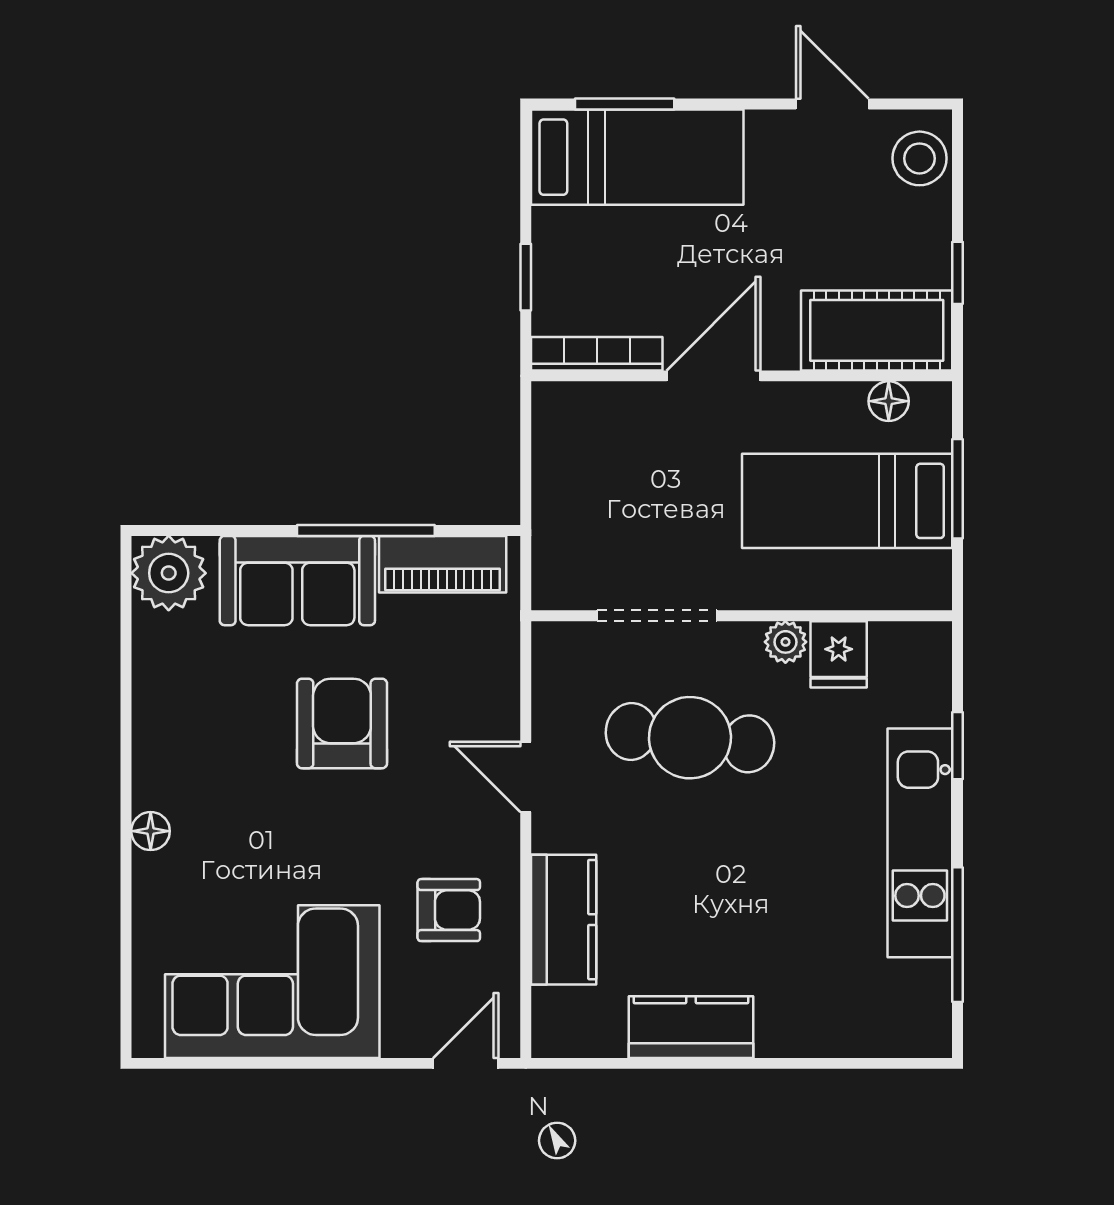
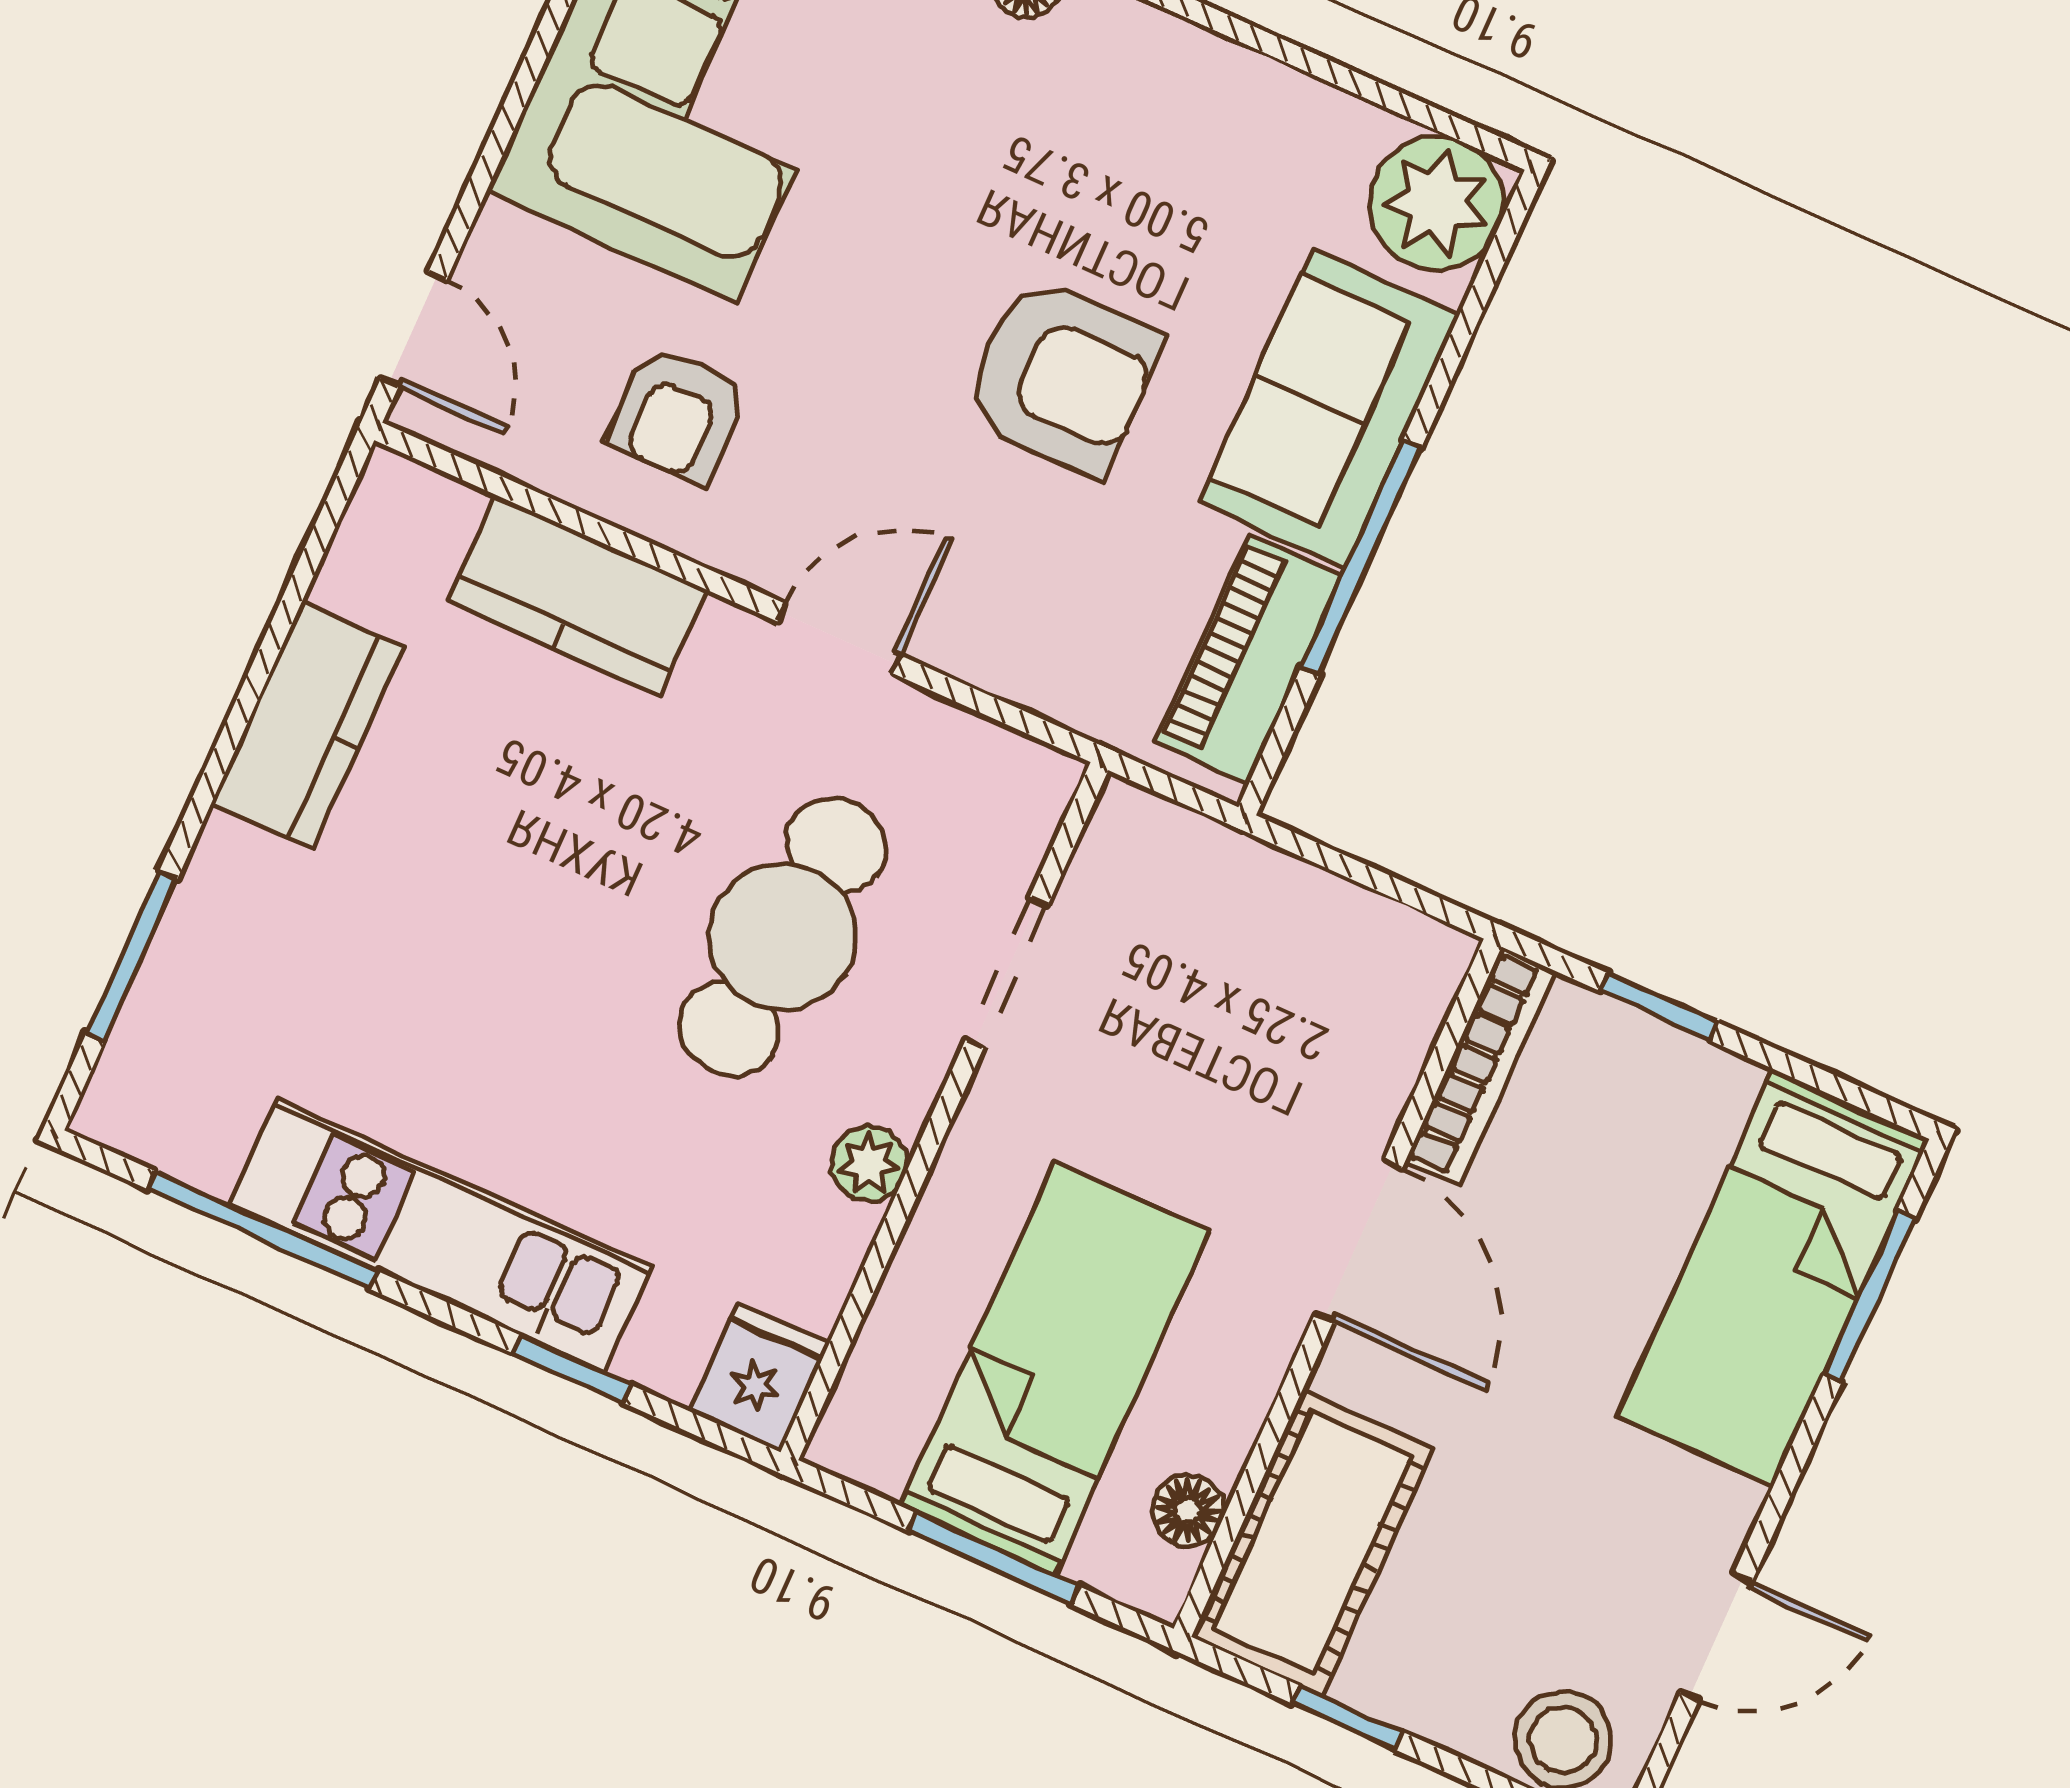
doorway: (657, 616) -> (1007, 973), width x0.73
fridge: (839, 654) -> (759, 1377), moved, turned 90
window: (848, 1063) -> (132, 956), added

